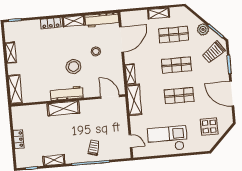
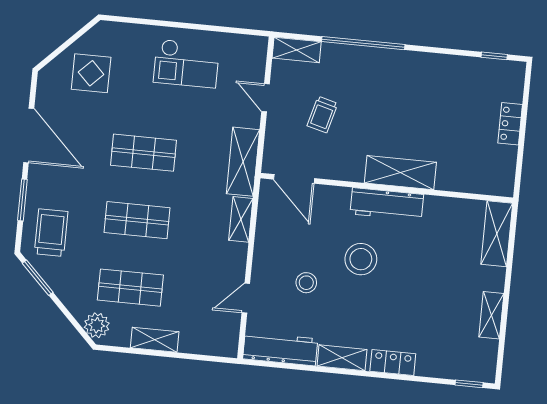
plant: (203, 29) -> (97, 325), moved
door: (121, 40) -> (246, 298), width x0.53
trolley: (214, 52) -> (51, 233), turned -54
checkout: (168, 139) -> (186, 63), width x0.73, depth x0.83
door: (130, 141) -> (266, 98), moved
trolley: (94, 148) -> (322, 115), moved
shelving: (54, 160) -> (297, 50), moved

